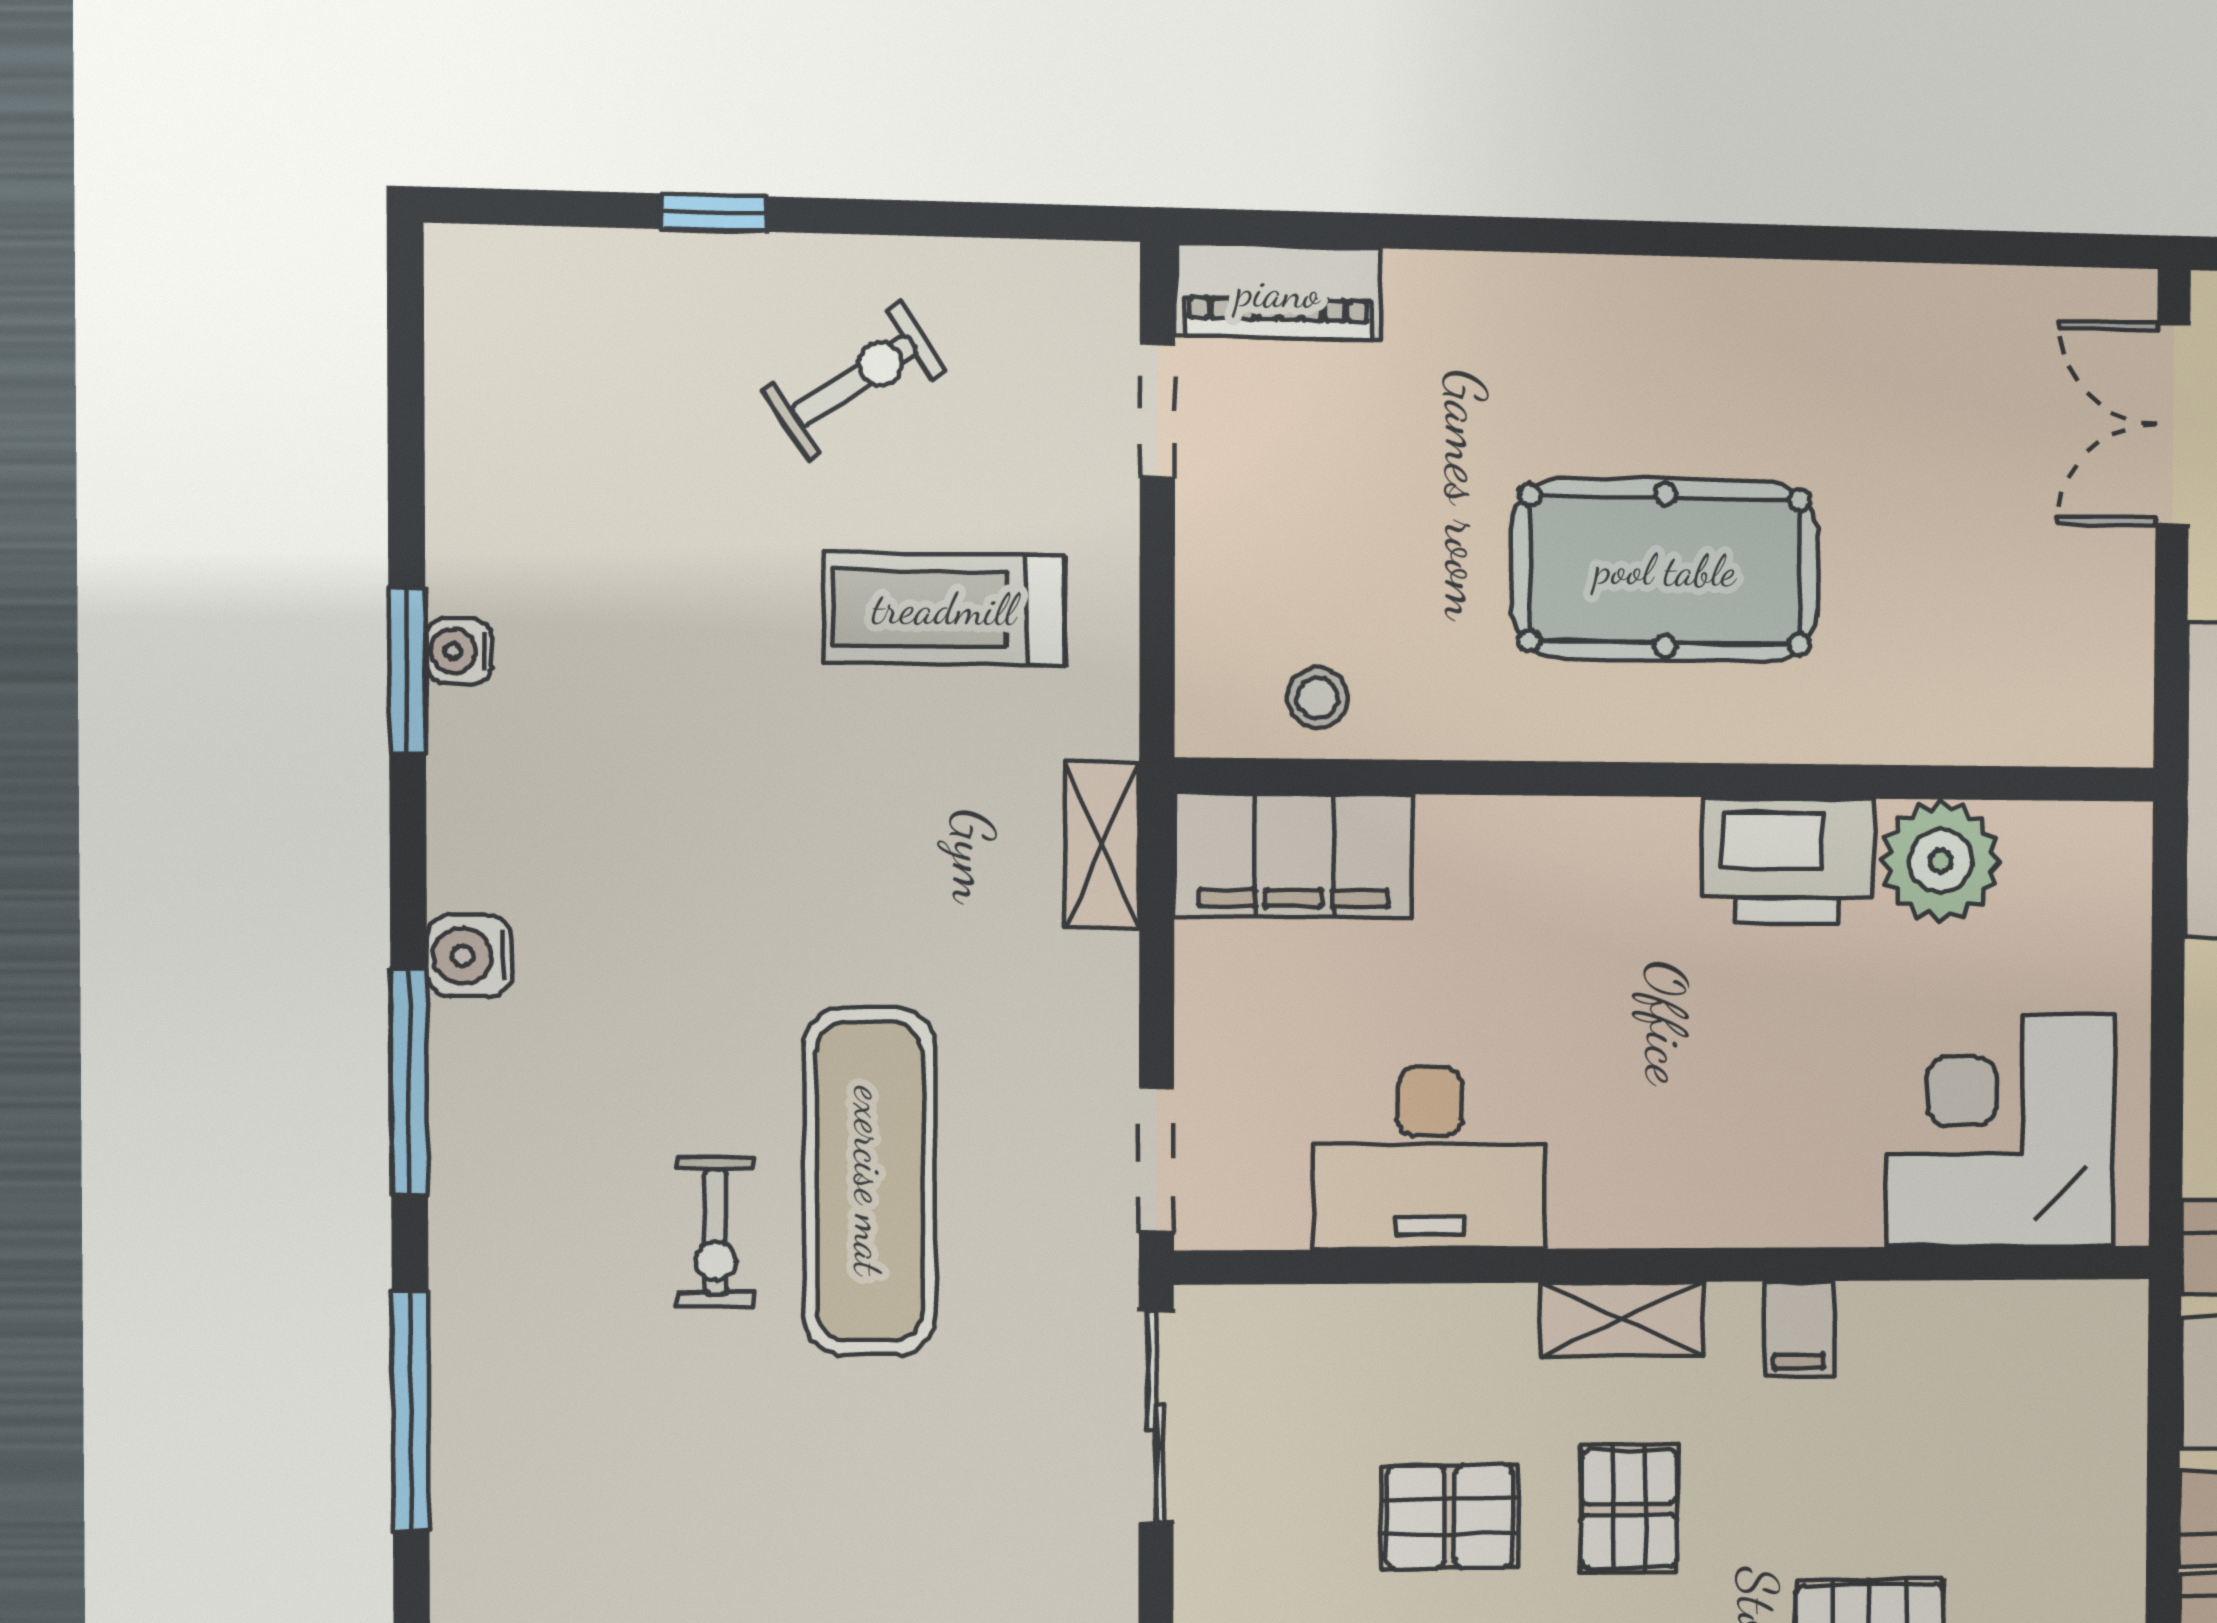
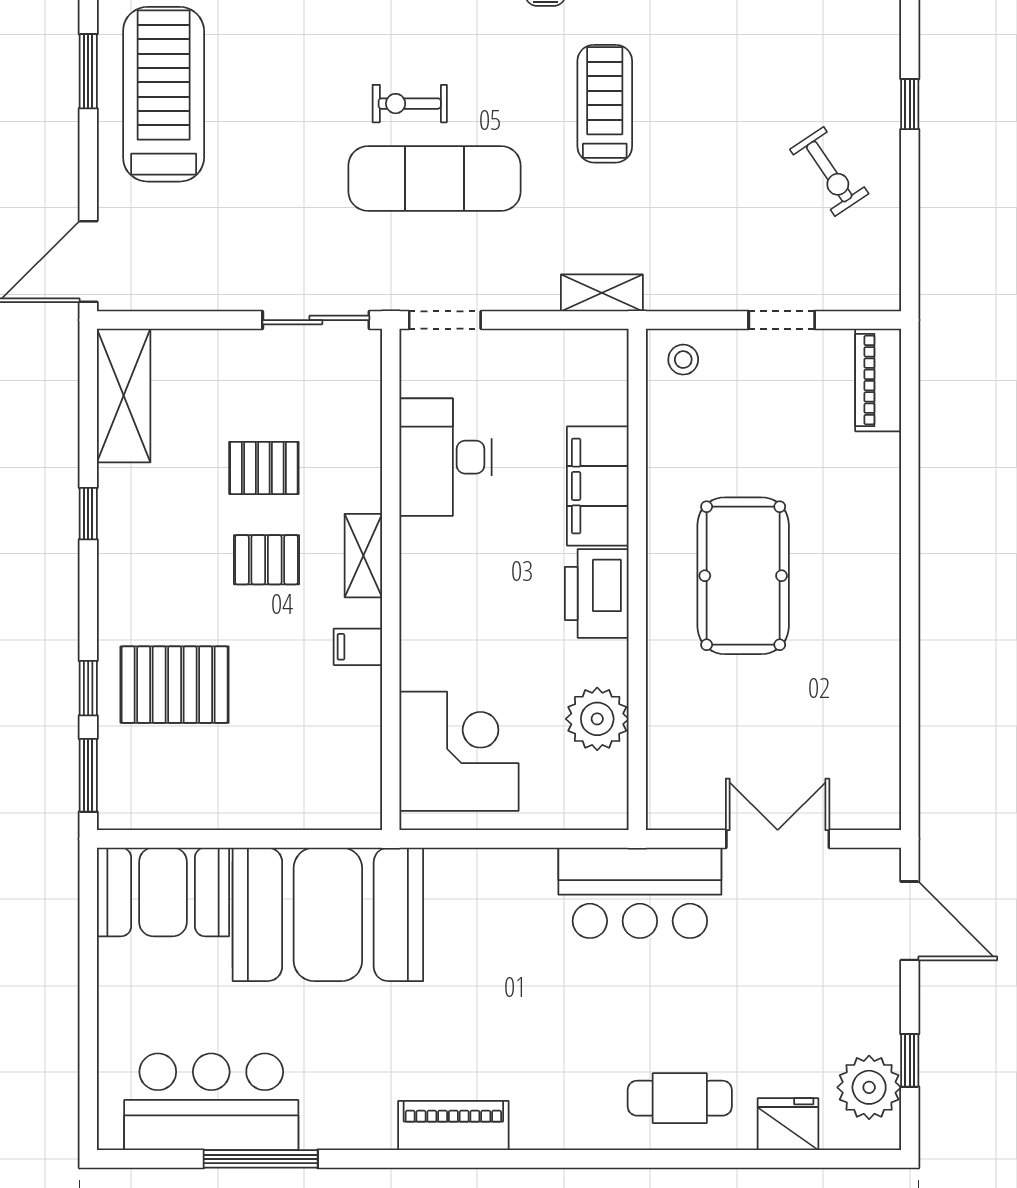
doorway: (1157, 410) -> (782, 320), moved
double door: (2173, 425) -> (778, 839), moved
treadmill: (944, 609) -> (605, 104), moved
stool: (1318, 698) -> (683, 360), moved
filing cabinet: (1294, 855) -> (598, 486), moved
printer: (1788, 861) -> (597, 593), moved
pallet: (1450, 1516) -> (264, 468), turned 90

